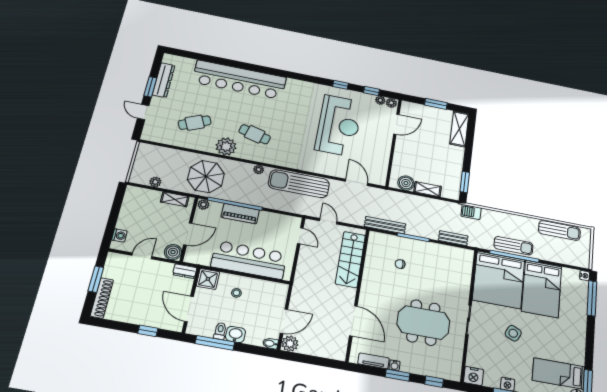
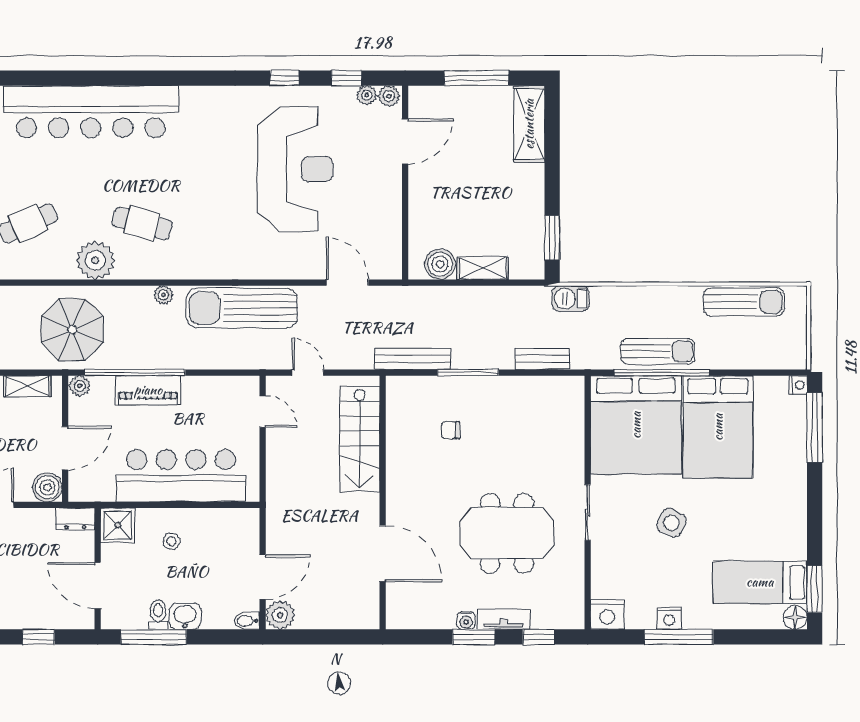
window: (436, 104) -> (477, 78), width x1.44
tv unit: (374, 361) -> (504, 619), moved

